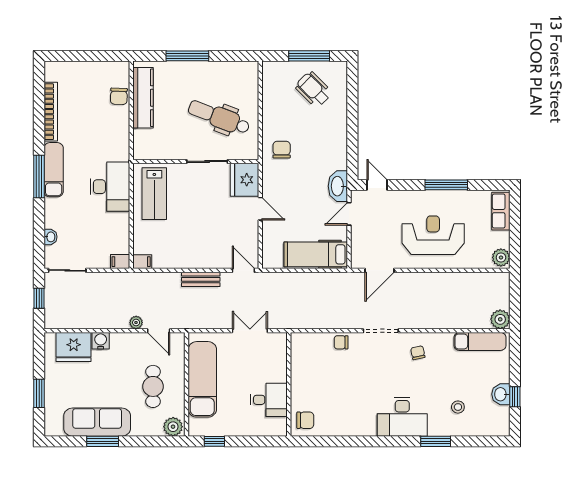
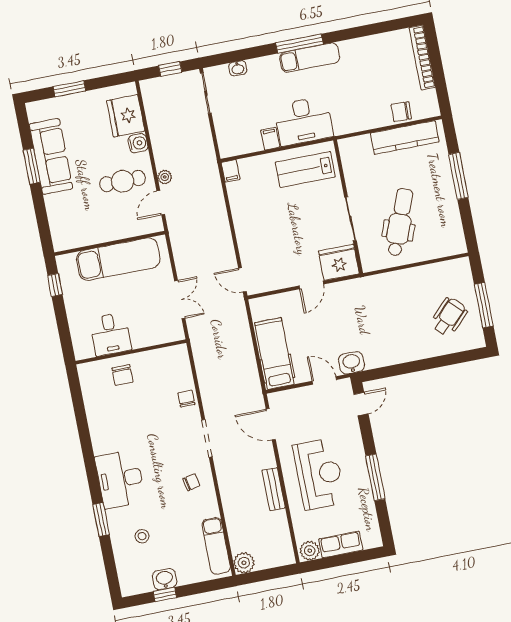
bookcase: (51, 112) -> (422, 58), moved, turned 90
chair: (282, 150) -> (379, 295), removed
washbasin: (338, 186) -> (351, 363), width x0.72
row of seats: (501, 211) -> (341, 544), moved
filing cabinet: (120, 262) -> (270, 139), moved
door: (243, 270) -> (242, 280), swing flipped
bench: (201, 279) -> (274, 489), moved
cafe table: (153, 386) -> (122, 181), moved
chair: (305, 420) -> (123, 375), moved
plant: (173, 427) -> (62, 238), removed

